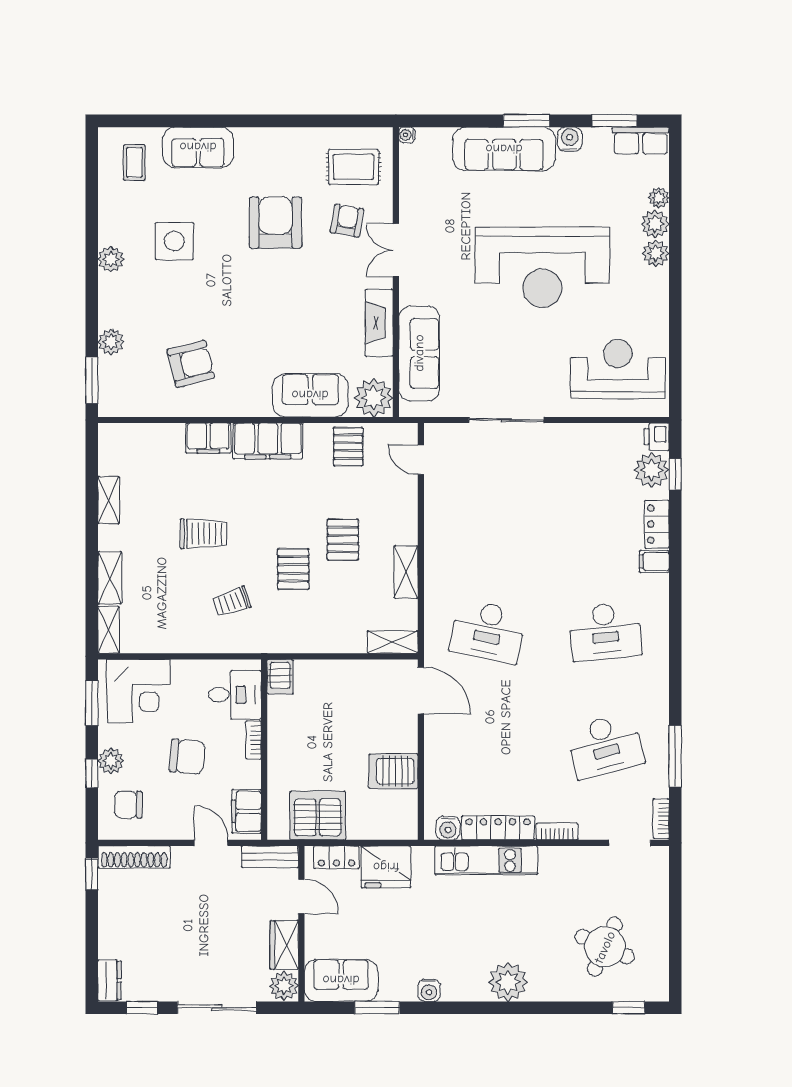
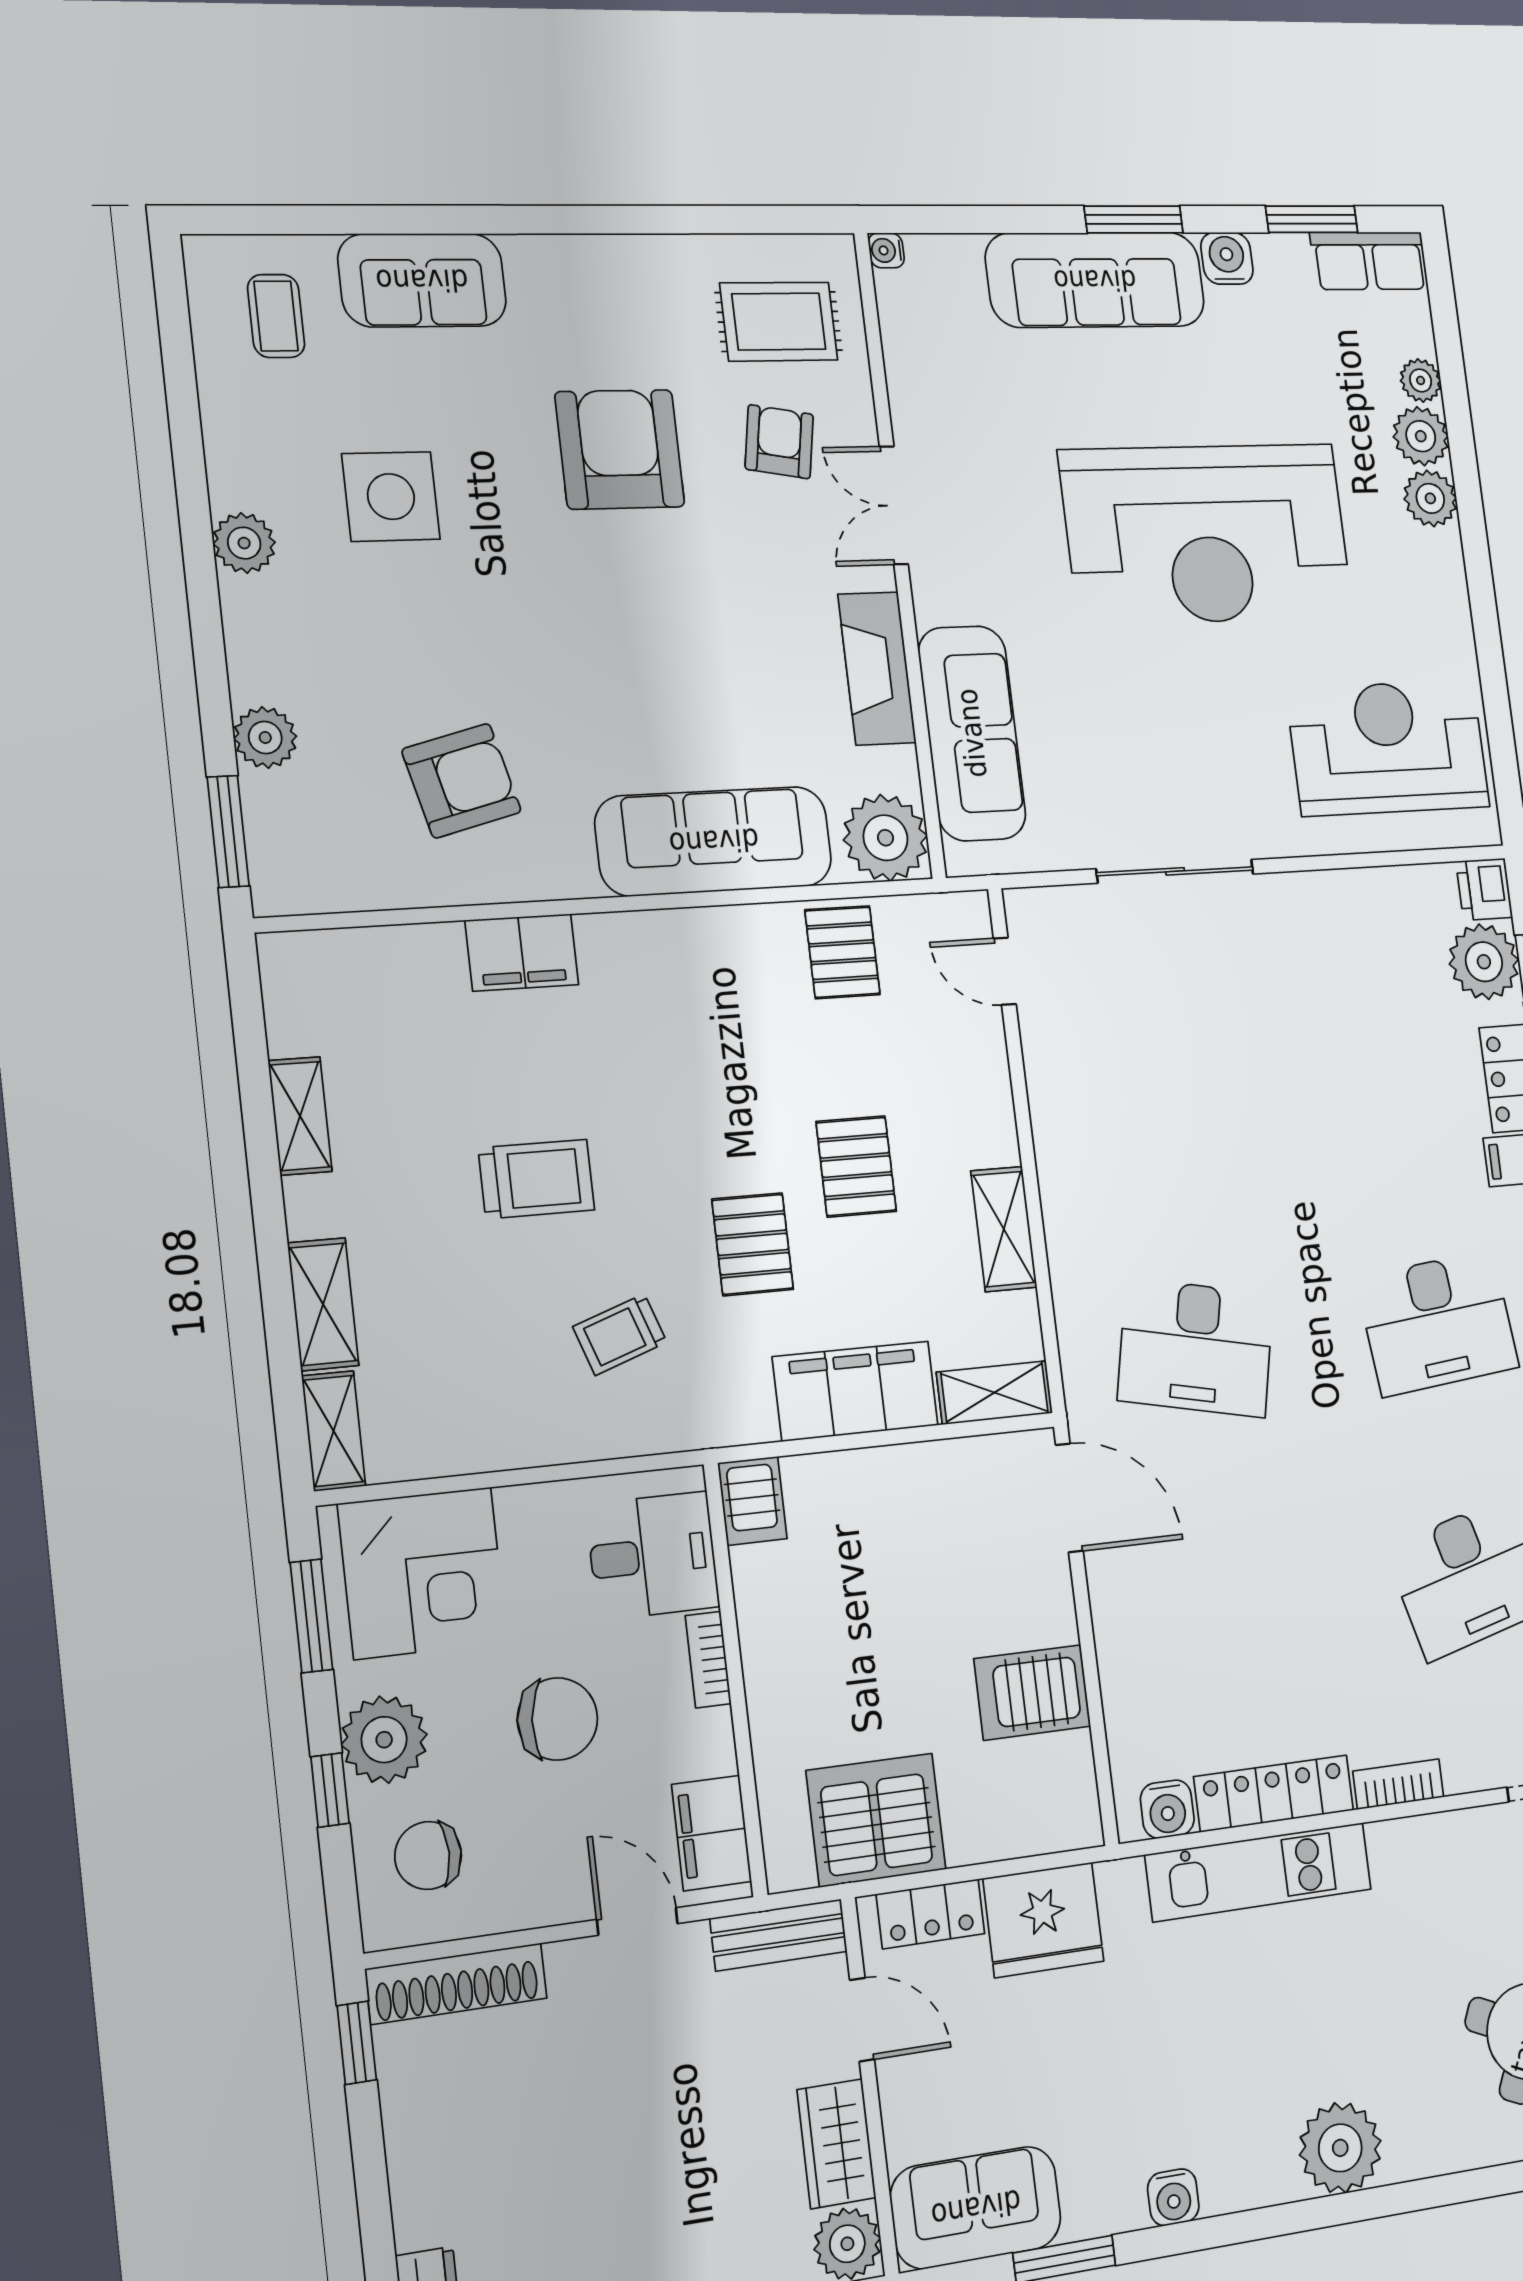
sofa: (310, 395) -> (714, 841), width x1.36
filing cabinet: (268, 441) -> (855, 1391), moved, turned 180
plant: (111, 761) -> (384, 1740), width x1.36, depth x1.36

